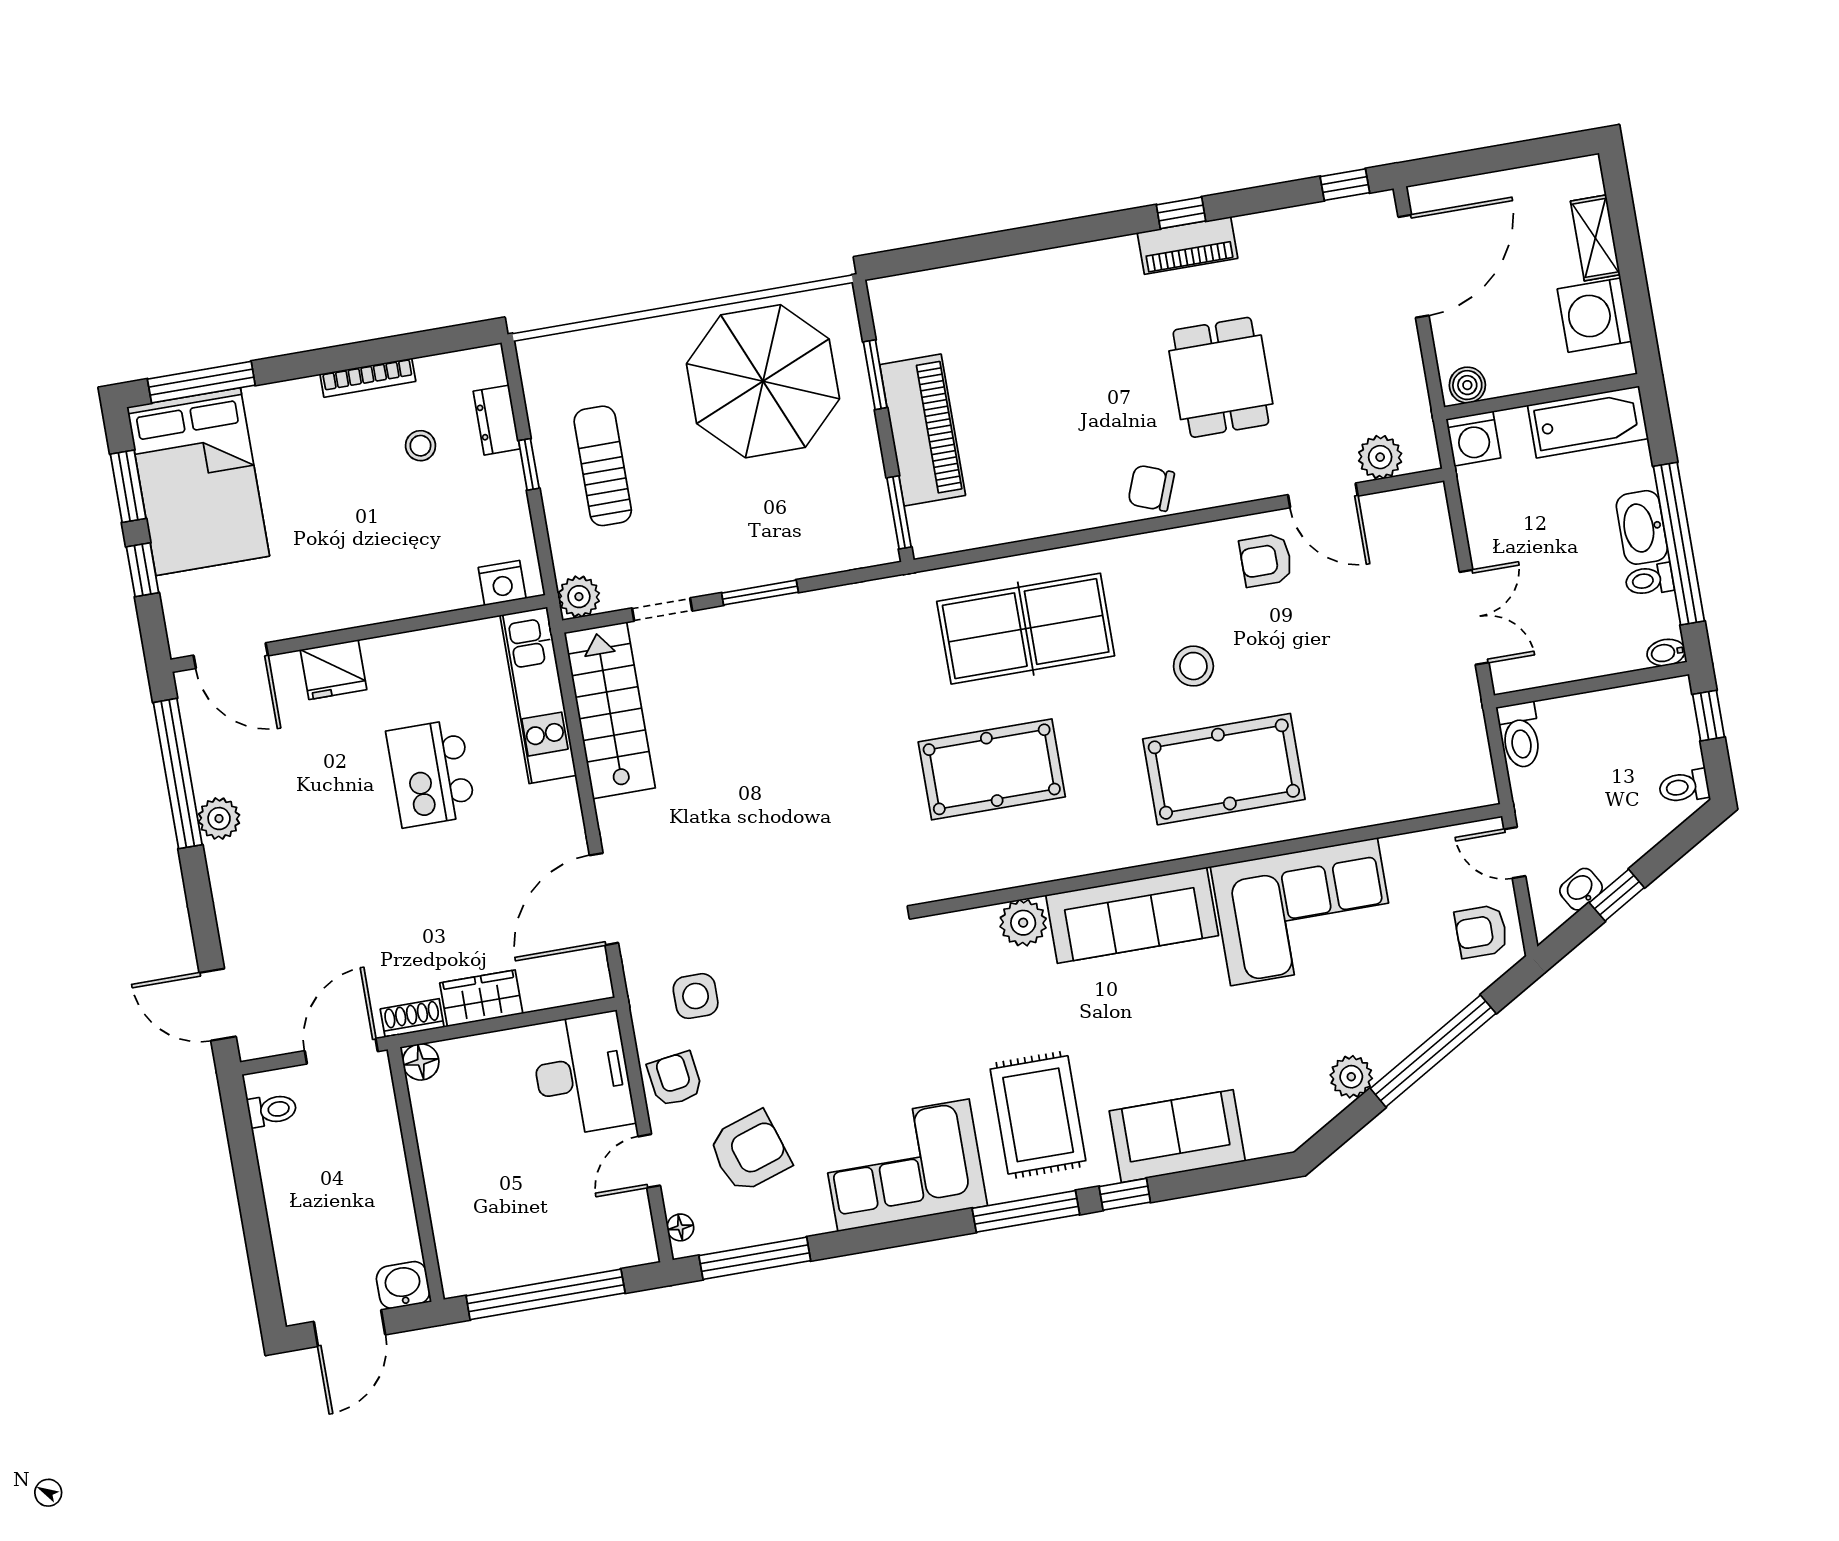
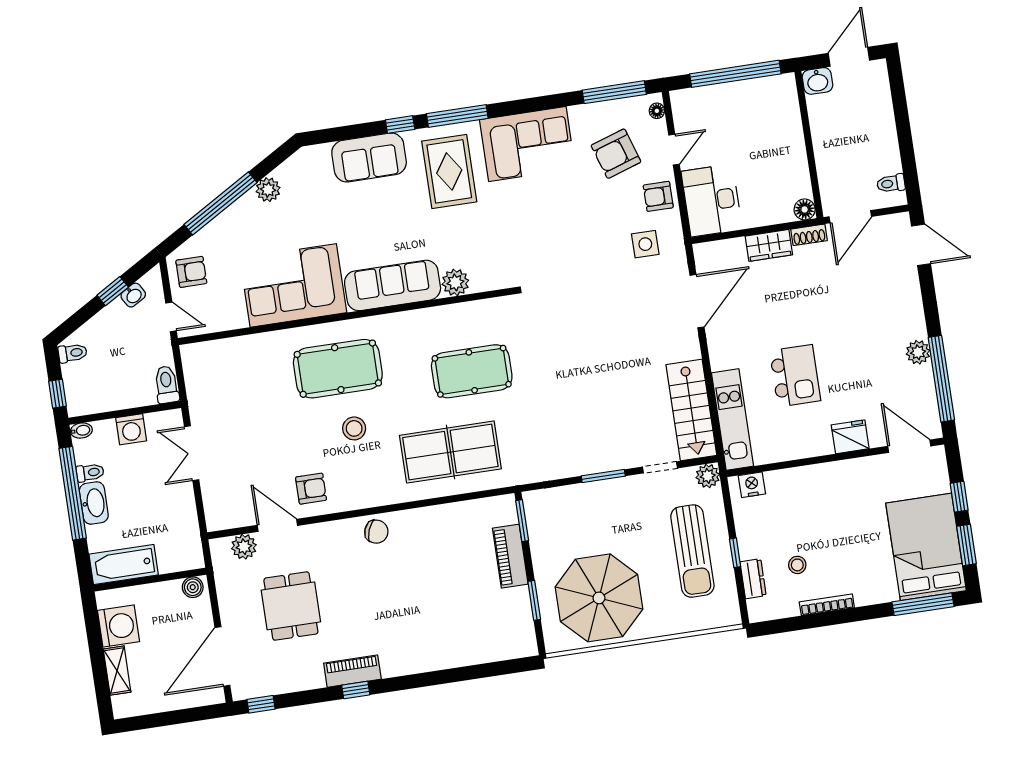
dining table: (1221, 377) -> (291, 606), moved
piano: (923, 430) -> (510, 556), width x0.73, depth x0.75
washing machine: (1473, 439) -> (131, 429), moved, turned 180
sun lounger: (603, 466) -> (692, 551), width x1.36, depth x1.34
armchair: (675, 1079) -> (658, 196), turned 98

